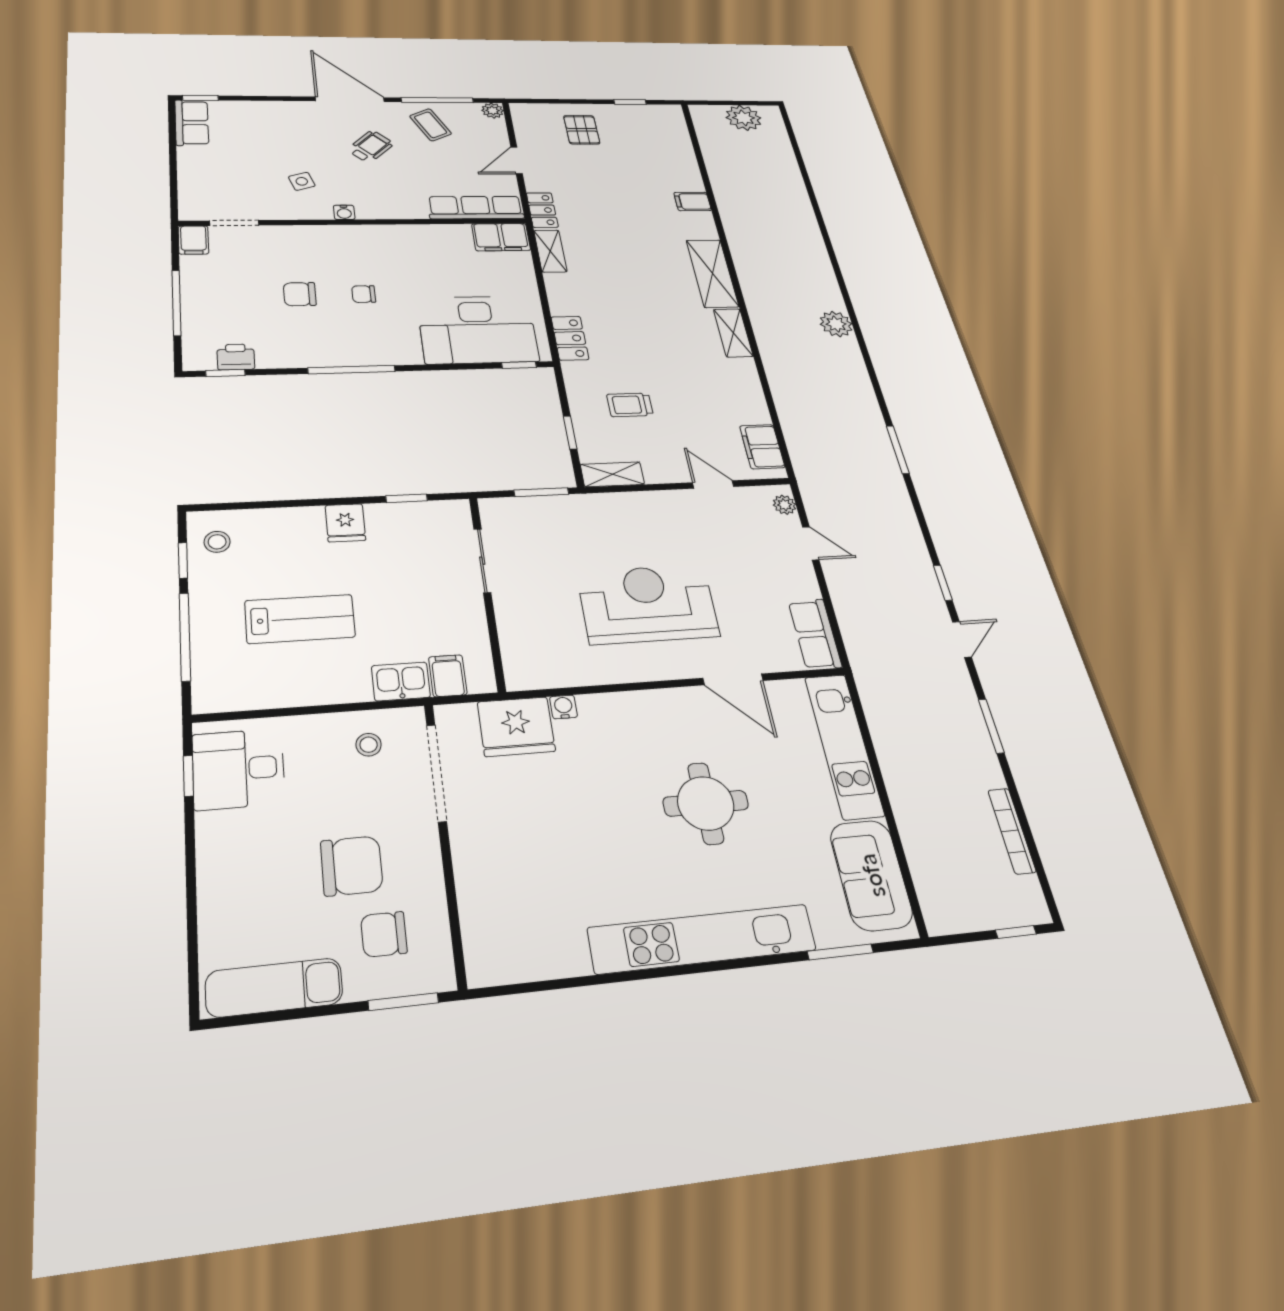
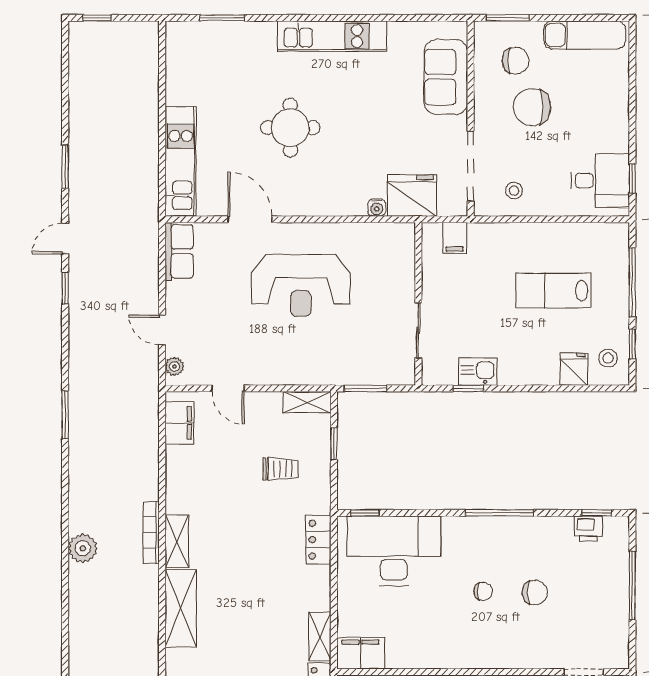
filing cabinet: (193, 240) -> (617, 653), removed
fridge: (345, 523) -> (574, 369), moved
kitchen sink: (401, 681) -> (478, 372), moved, turned 180
bookcase: (1012, 831) -> (151, 533), moved, turned 180
sofa: (871, 875) -> (446, 77), moved, turned 180
kitchen unit: (702, 939) -> (332, 36), width x0.73

